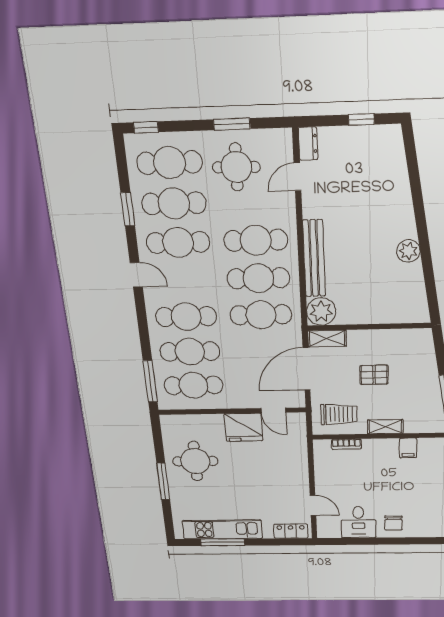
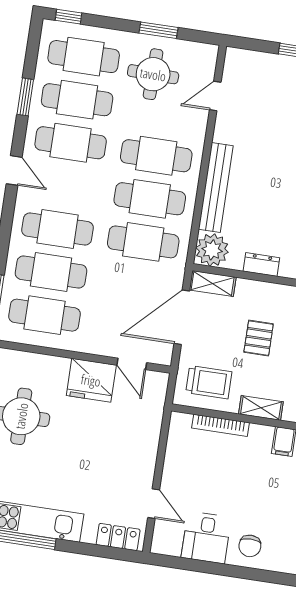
dresser: (308, 144) -> (261, 264), moved, turned -90
pallet: (374, 375) -> (259, 338), turned 90
bookcase: (346, 444) -> (220, 425), width x1.56

